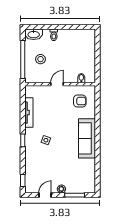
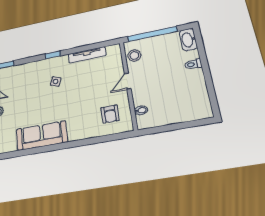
stool: (40, 59) -> (134, 55), moved
door: (57, 84) -> (128, 81), swing flipped
sofa: (87, 138) -> (42, 136), moved

